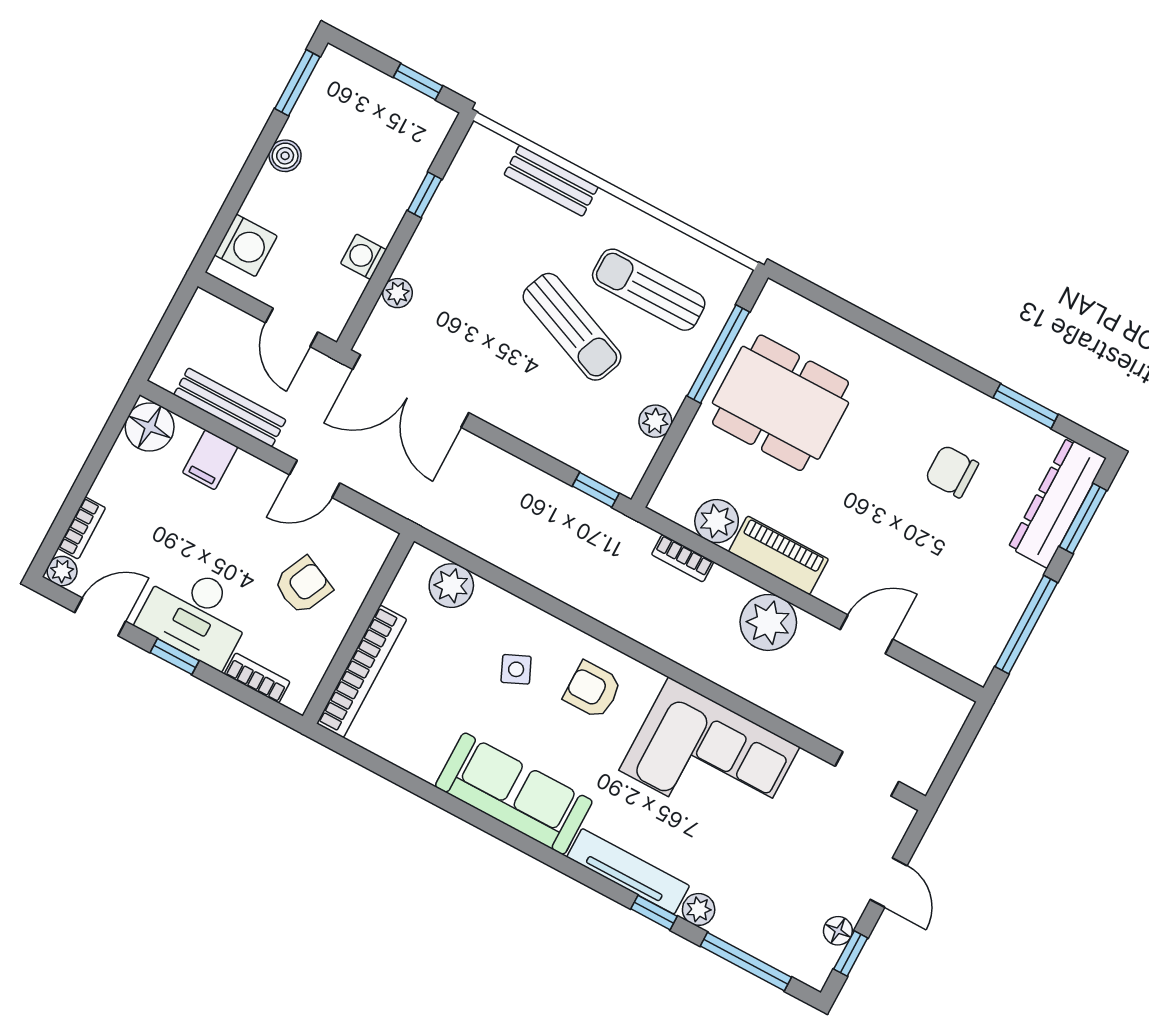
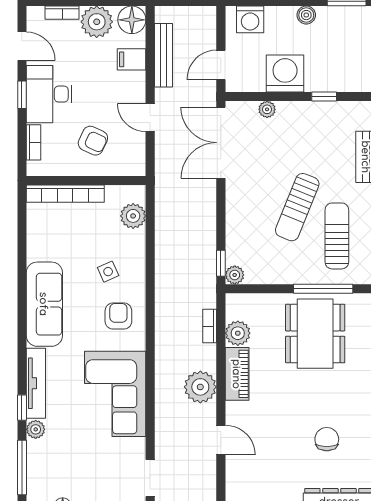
washing machine: (363, 257) -> (285, 73), width x1.89, depth x1.89
plant: (655, 421) -> (235, 275), moved
plant: (62, 571) -> (97, 22), moved, width x1.88, depth x1.88

